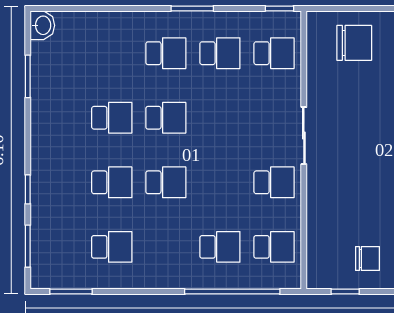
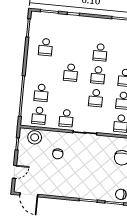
school desk: (112, 182) -> (96, 98), moved
stool: (326, 252) -> (35, 137), added
chair: (368, 259) -> (58, 154), moved

